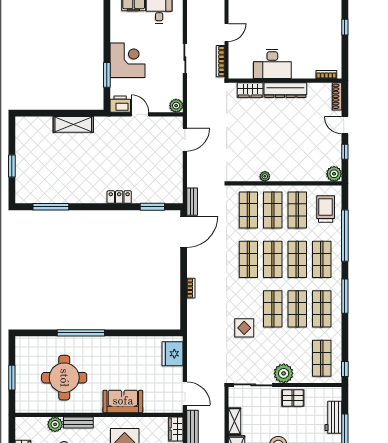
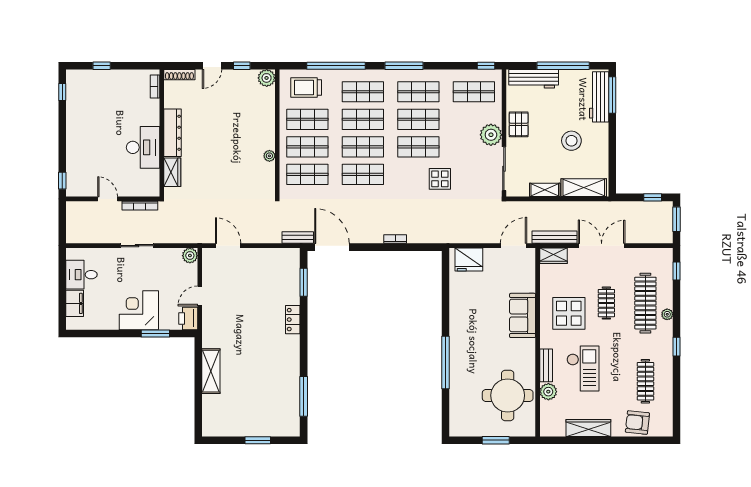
round table: (64, 378) -> (508, 395), moved
workbench: (333, 417) -> (534, 79), width x1.38

